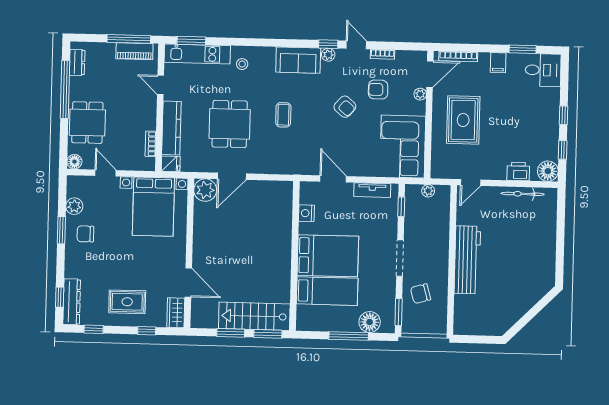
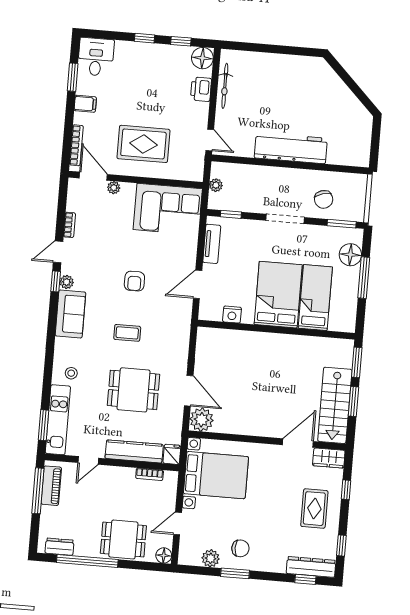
armchair: (378, 90) -> (106, 232), removed
armchair: (345, 107) -> (134, 281), moved, turned 139
chair: (85, 234) -> (240, 548), turned -90
stairs: (254, 316) -> (335, 405), moved

